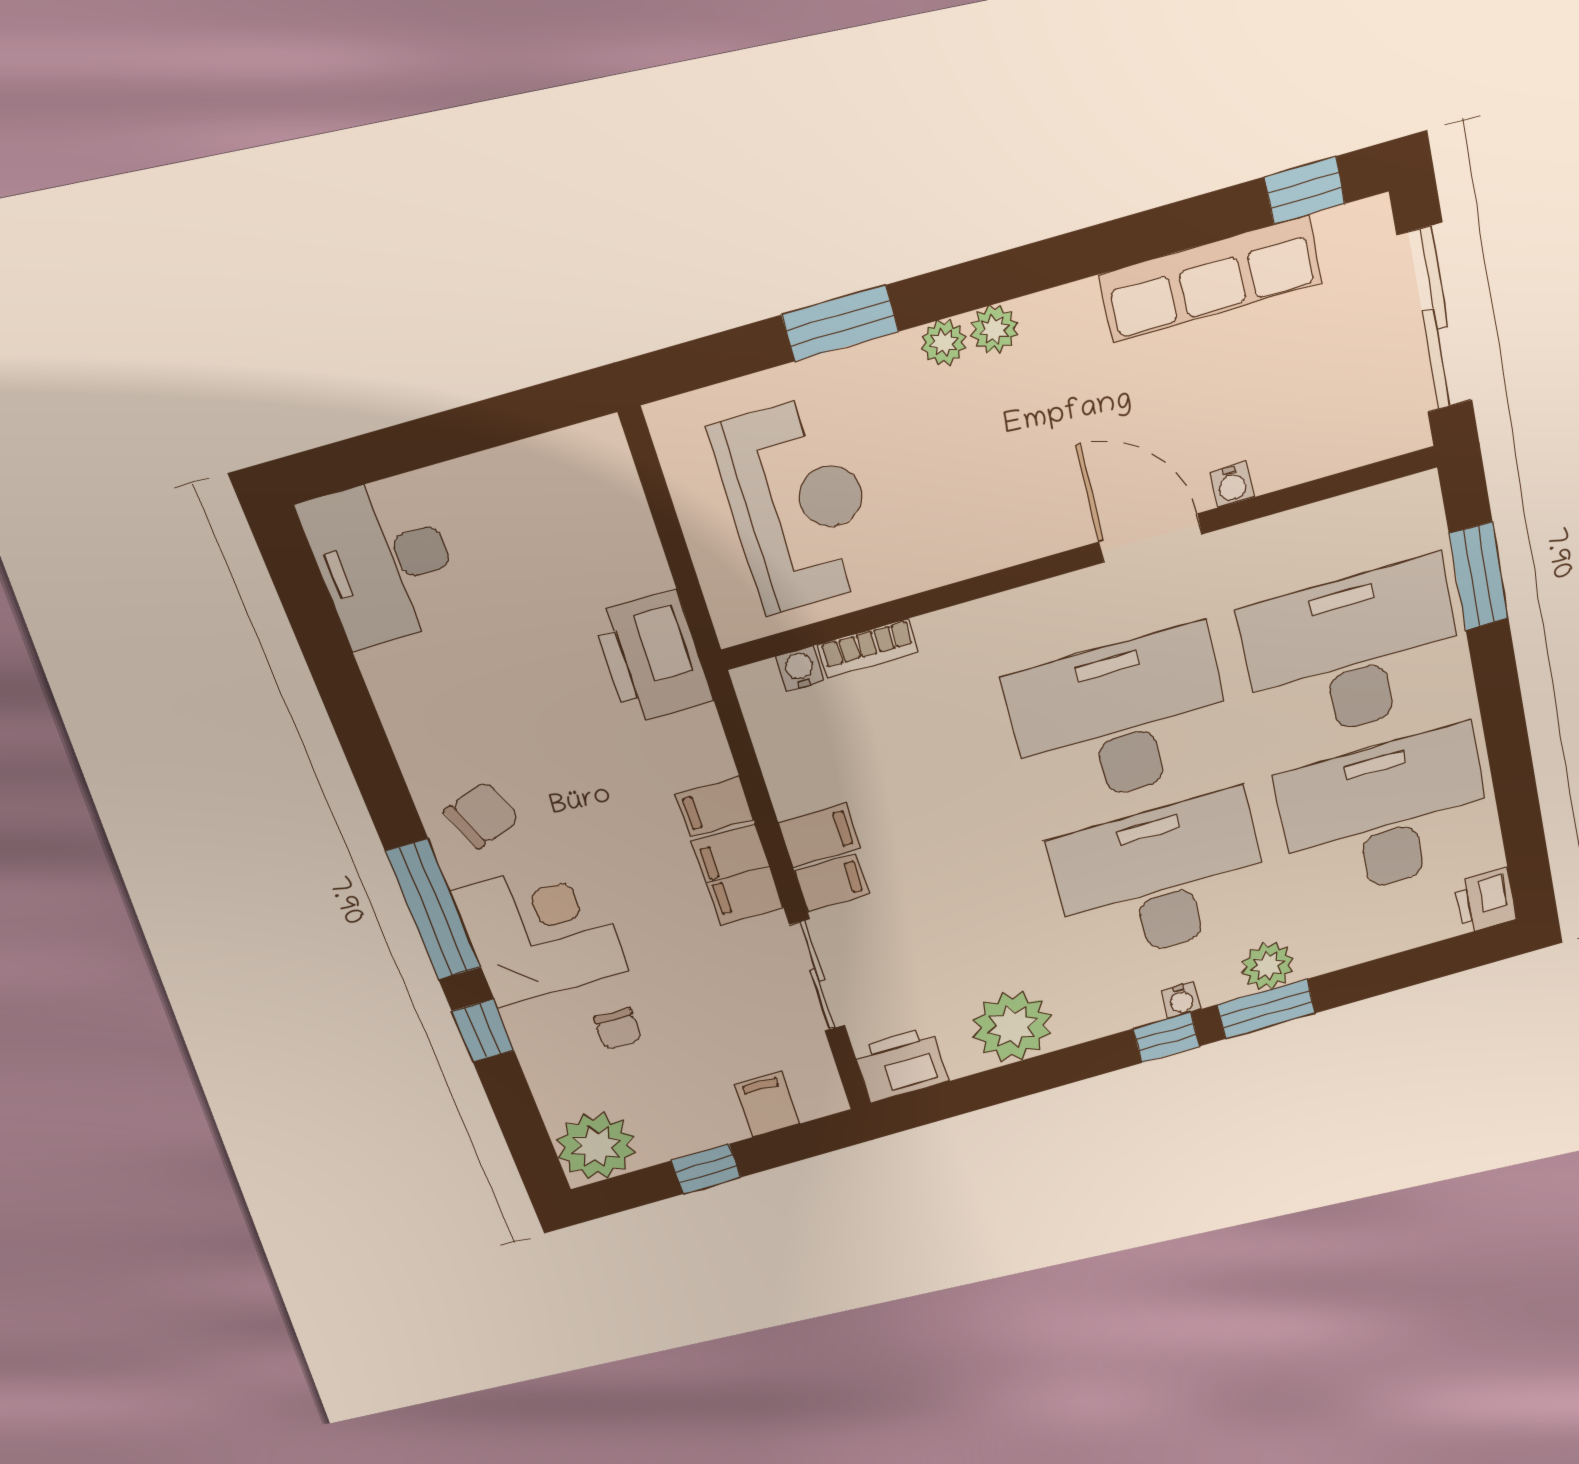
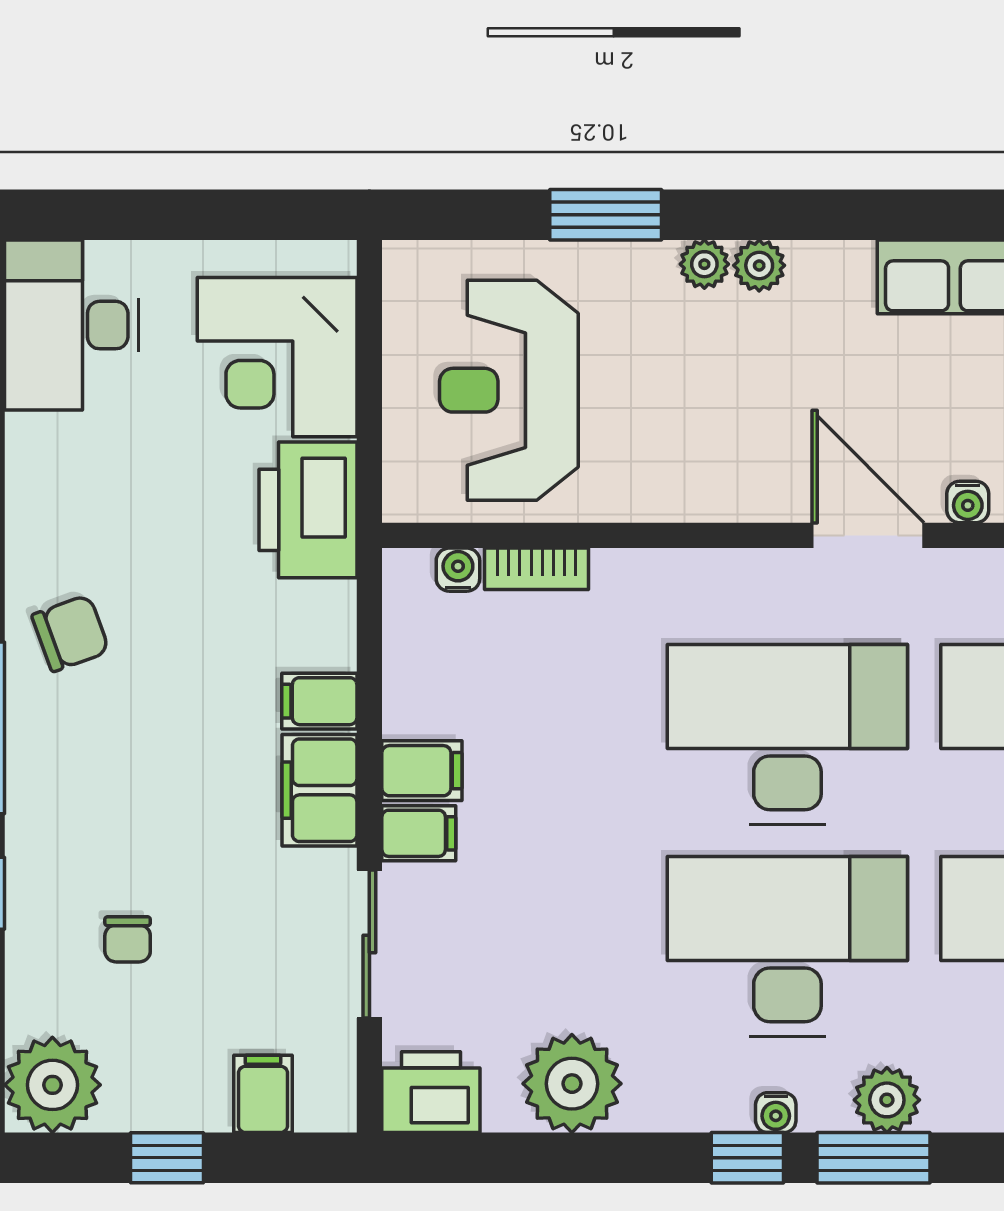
reception desk: (798, 505) -> (509, 390), turned 180
corner desk: (541, 931) -> (277, 357), moved, turned 180

